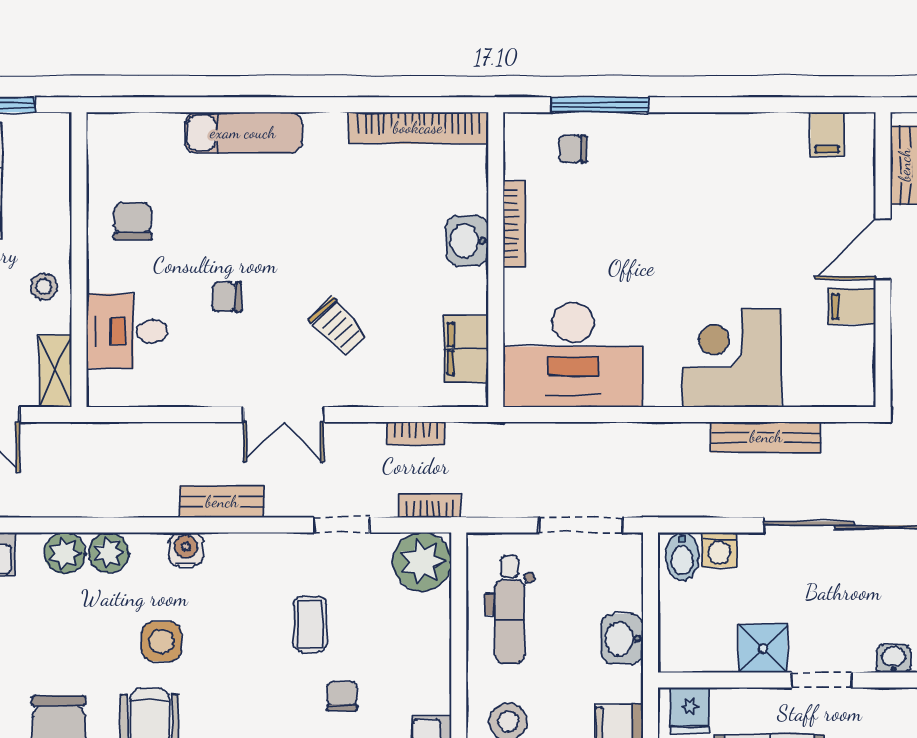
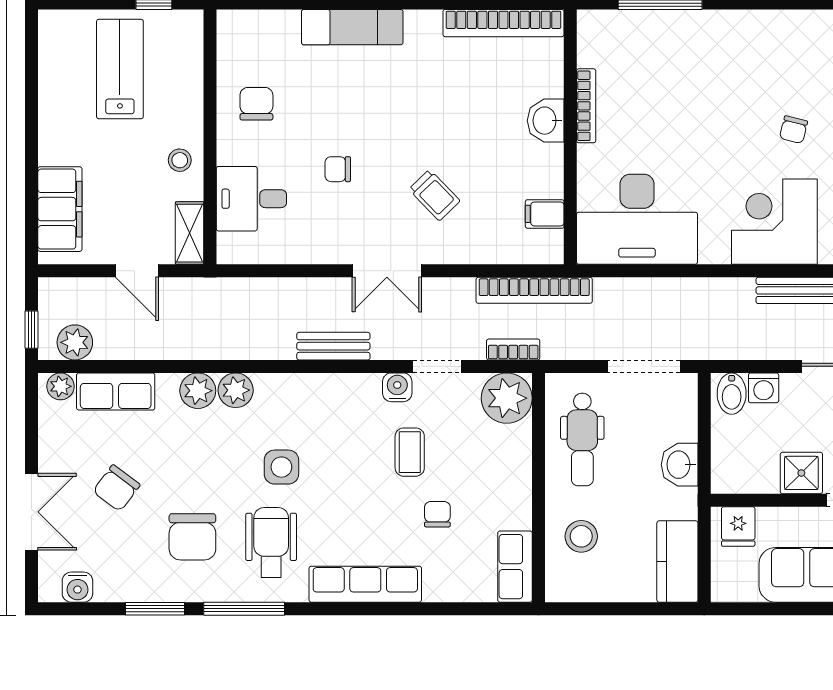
chair: (573, 149) -> (794, 130), moved, turned -76
filing cabinet: (466, 349) -> (545, 214), width x0.50
bookcase: (416, 433) -> (534, 290), width x2.31, depth x1.31
water cooler: (186, 549) -> (397, 387), moved

